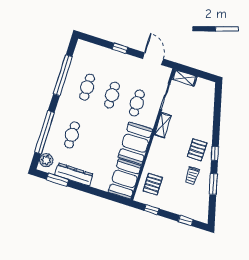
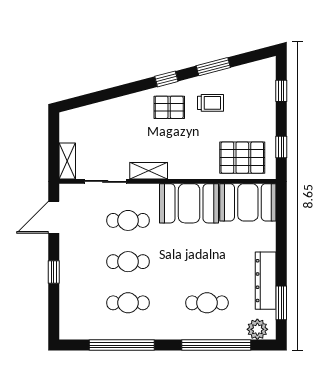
pallet: (153, 184) -> (242, 158), width x1.50, depth x1.42

